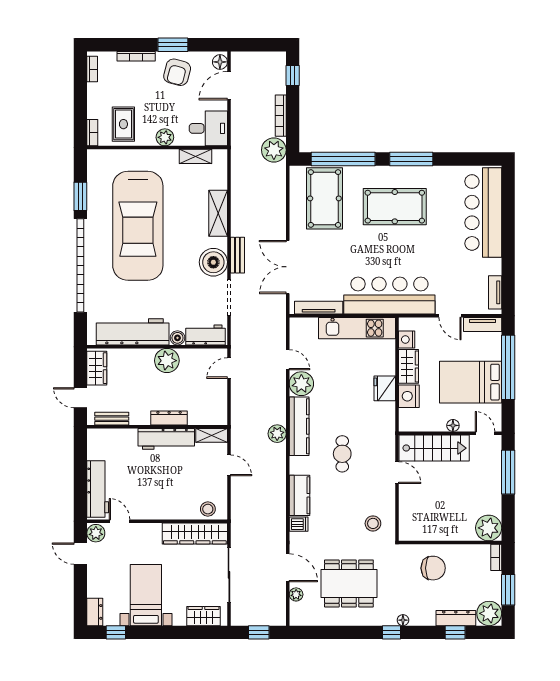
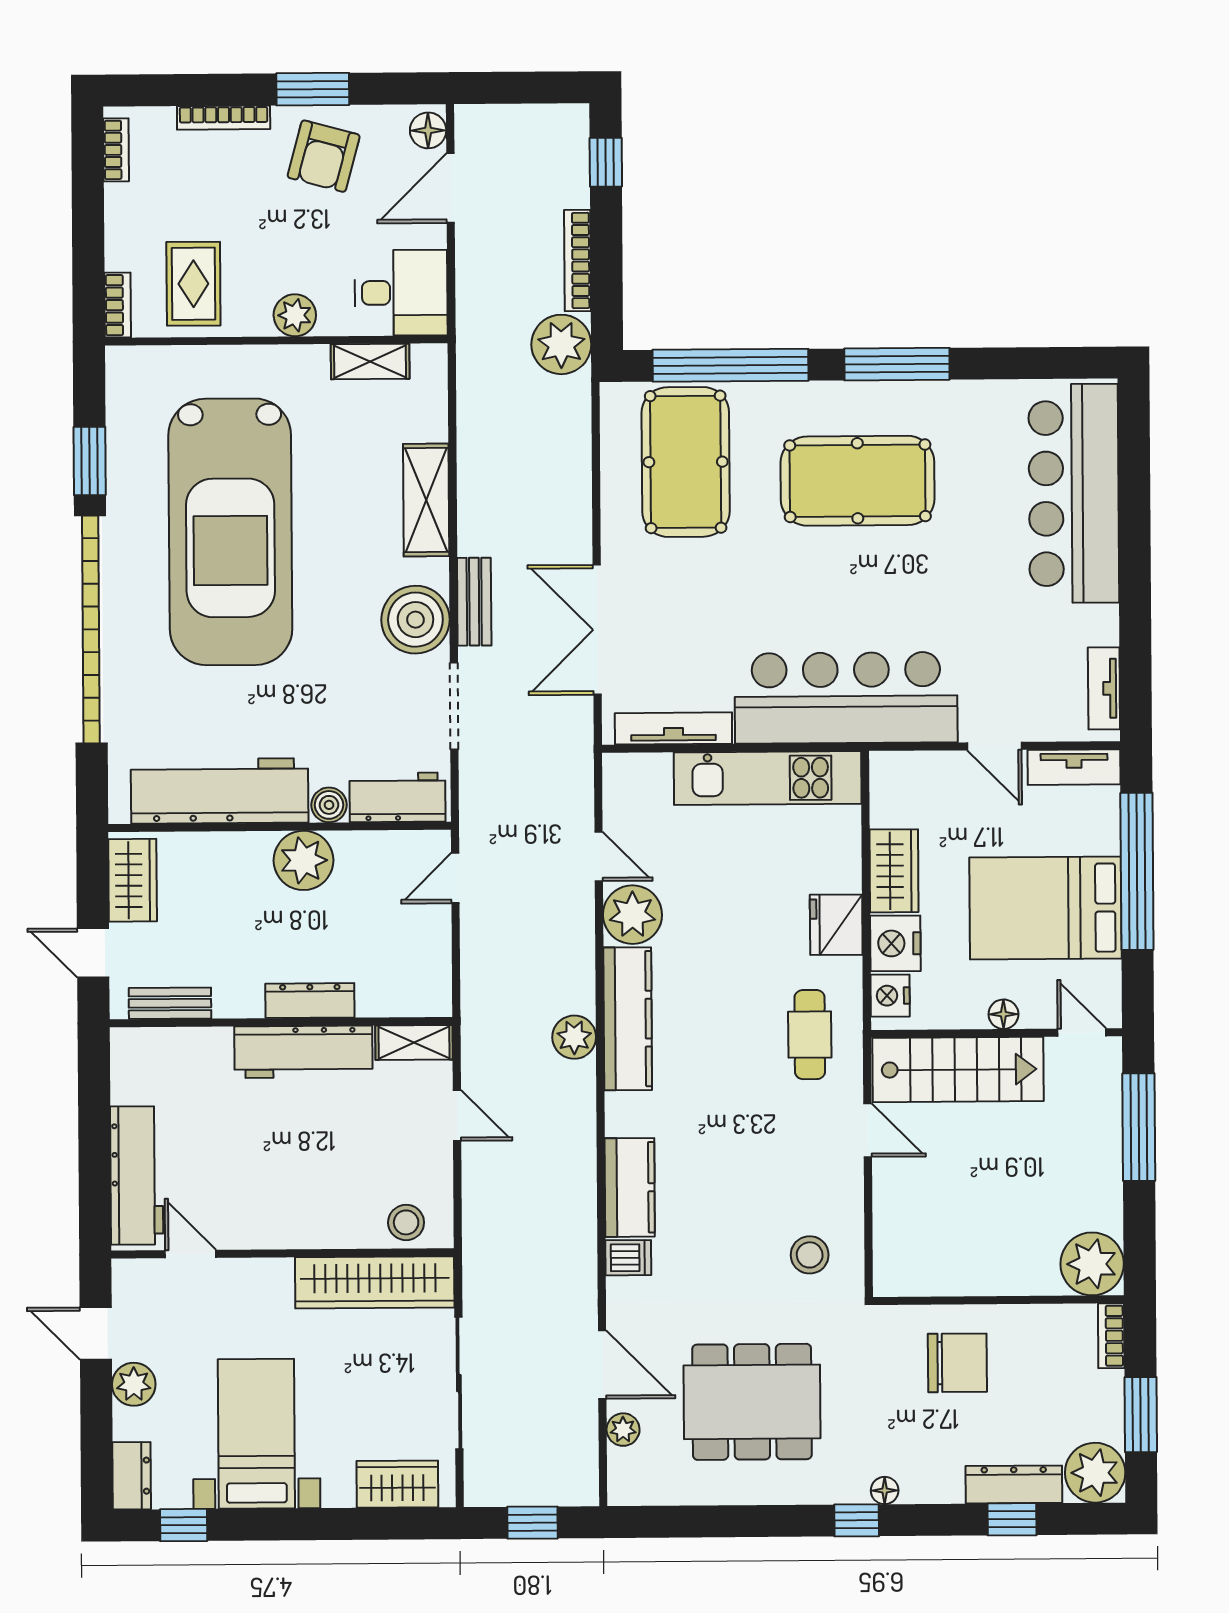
nightstand: (407, 340) -> (890, 996), moved
cafe table: (342, 454) -> (810, 1035), moved
plant: (96, 533) -> (134, 1384), moved

